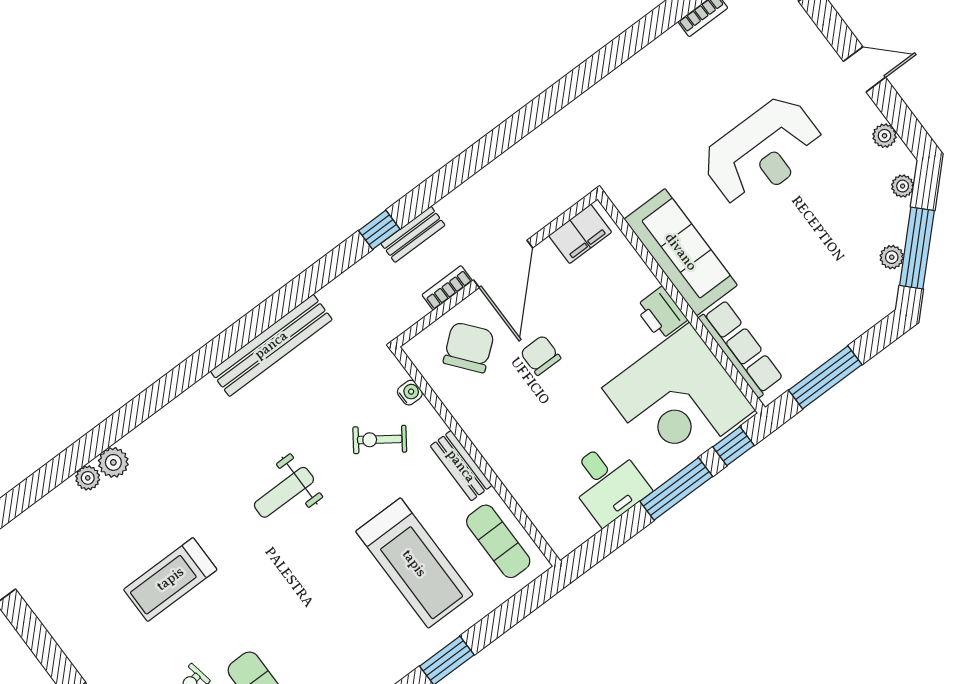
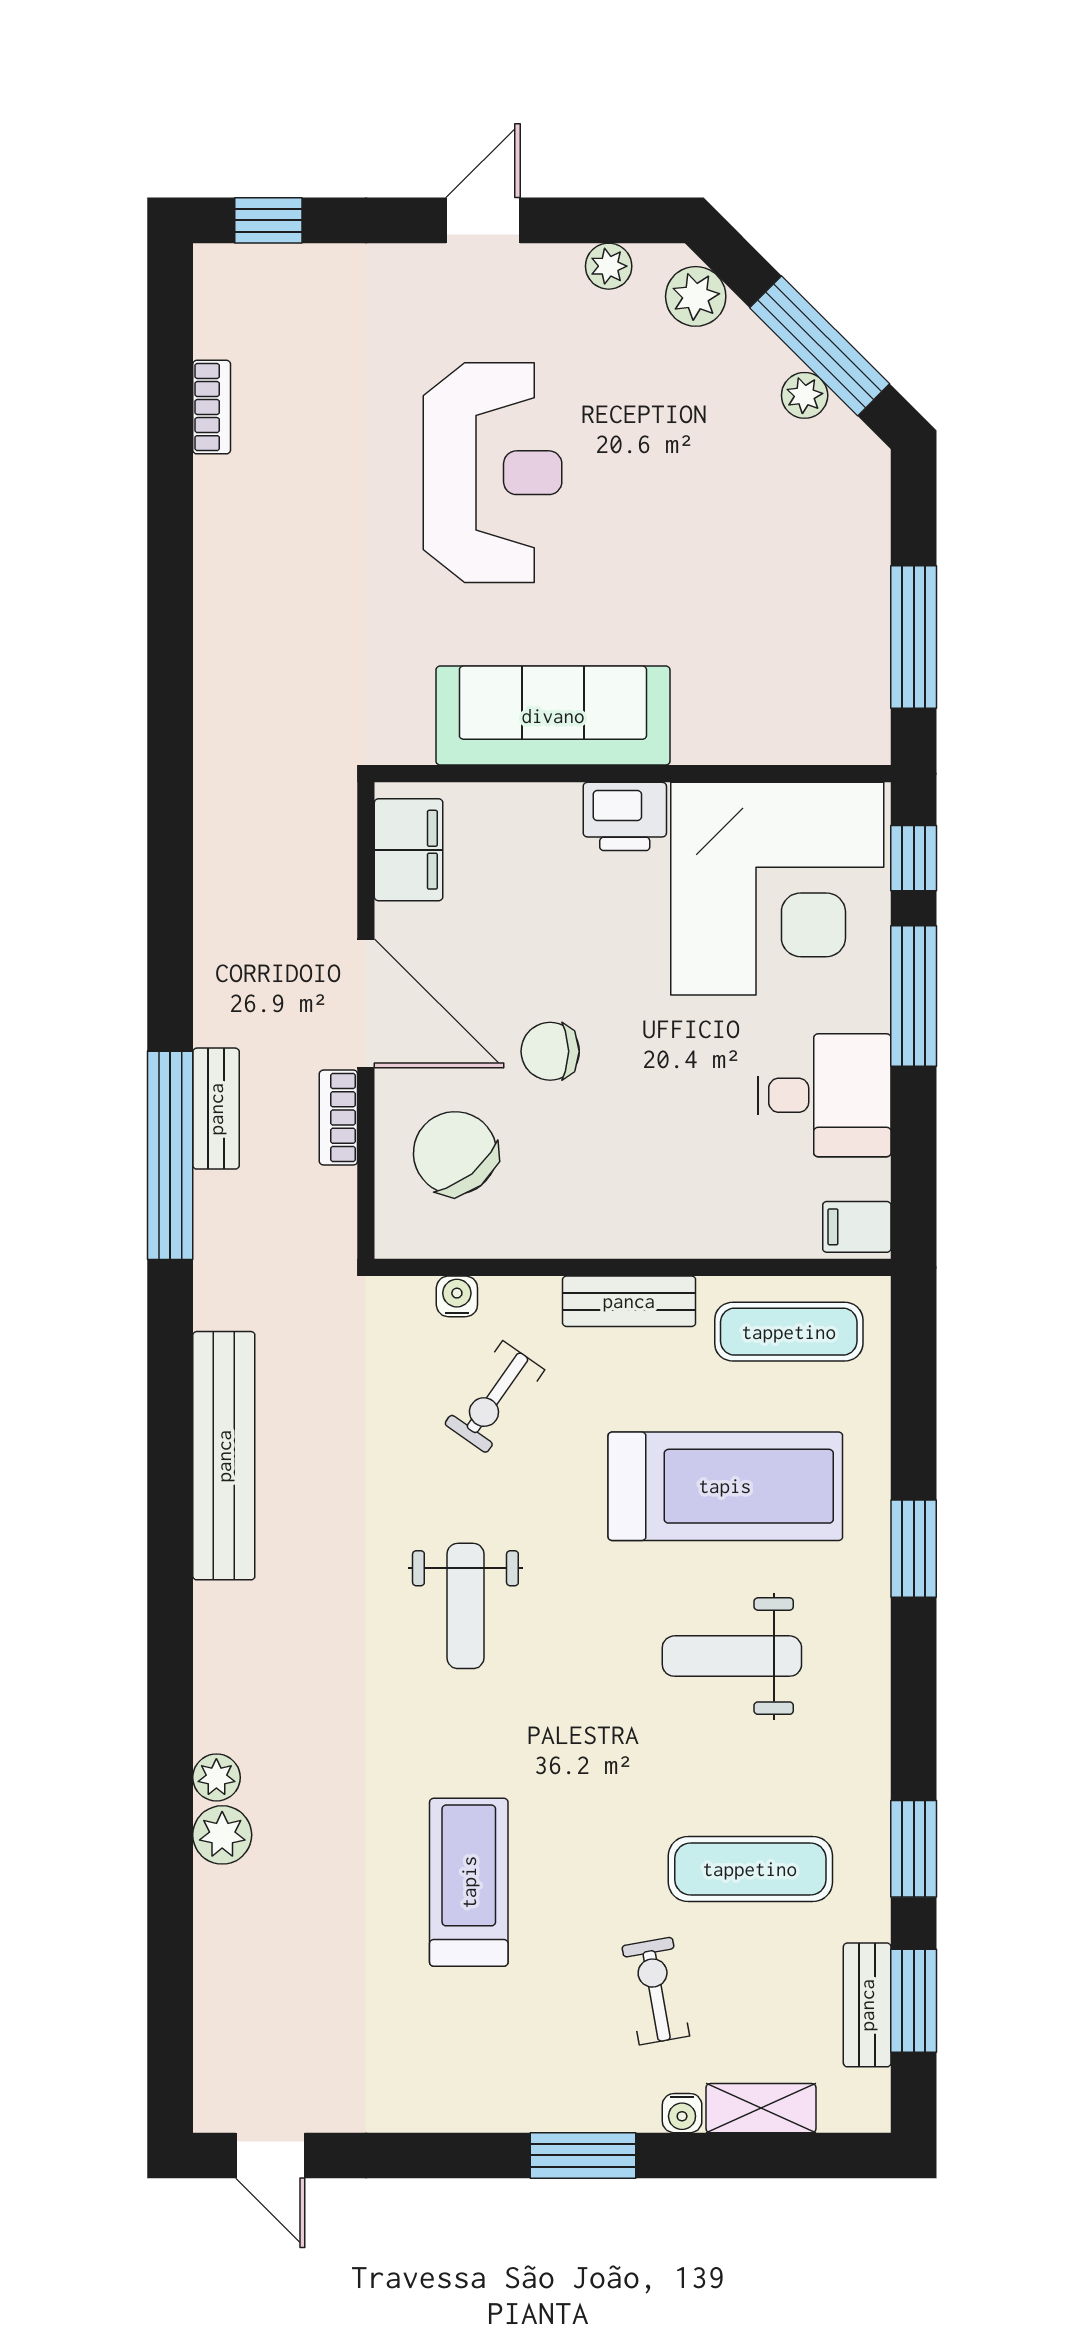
plant: (903, 186) -> (696, 296), width x1.38, depth x1.38
window: (379, 230) -> (170, 1155), width x3.17
row of seats: (741, 349) -> (772, 734), removed
plant: (88, 478) -> (216, 1777), moved
filing cabinet: (563, 537) -> (857, 1227), added
treadmill: (170, 579) -> (469, 1882), turned 180
weight bench: (346, 618) -> (732, 1656), added

